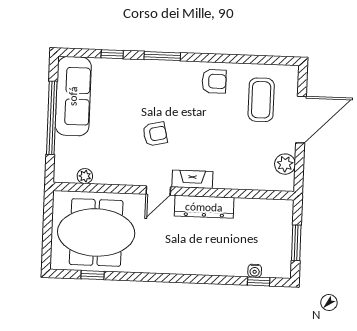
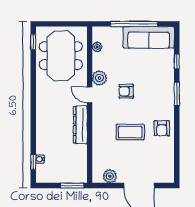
coffee table: (261, 100) -> (130, 132), moved
armchair: (155, 134) -> (126, 91), turned 103
plant: (133, 174) -> (99, 78), added
fireplace: (192, 179) -> (98, 117), removed
window: (296, 243) -> (72, 185), moved
window: (93, 275) -> (33, 42), moved

